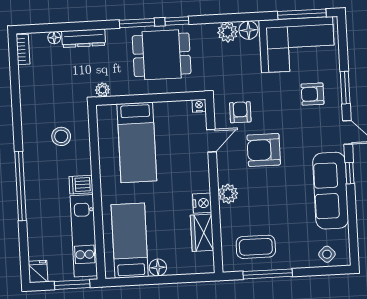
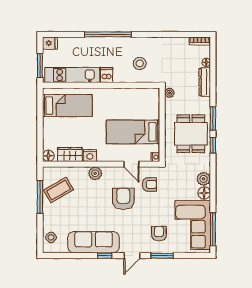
bed: (137, 142) -> (133, 132), moved
coffee table: (256, 247) -> (59, 190), turned 60
floor lamp: (158, 267) -> (48, 156), moved

